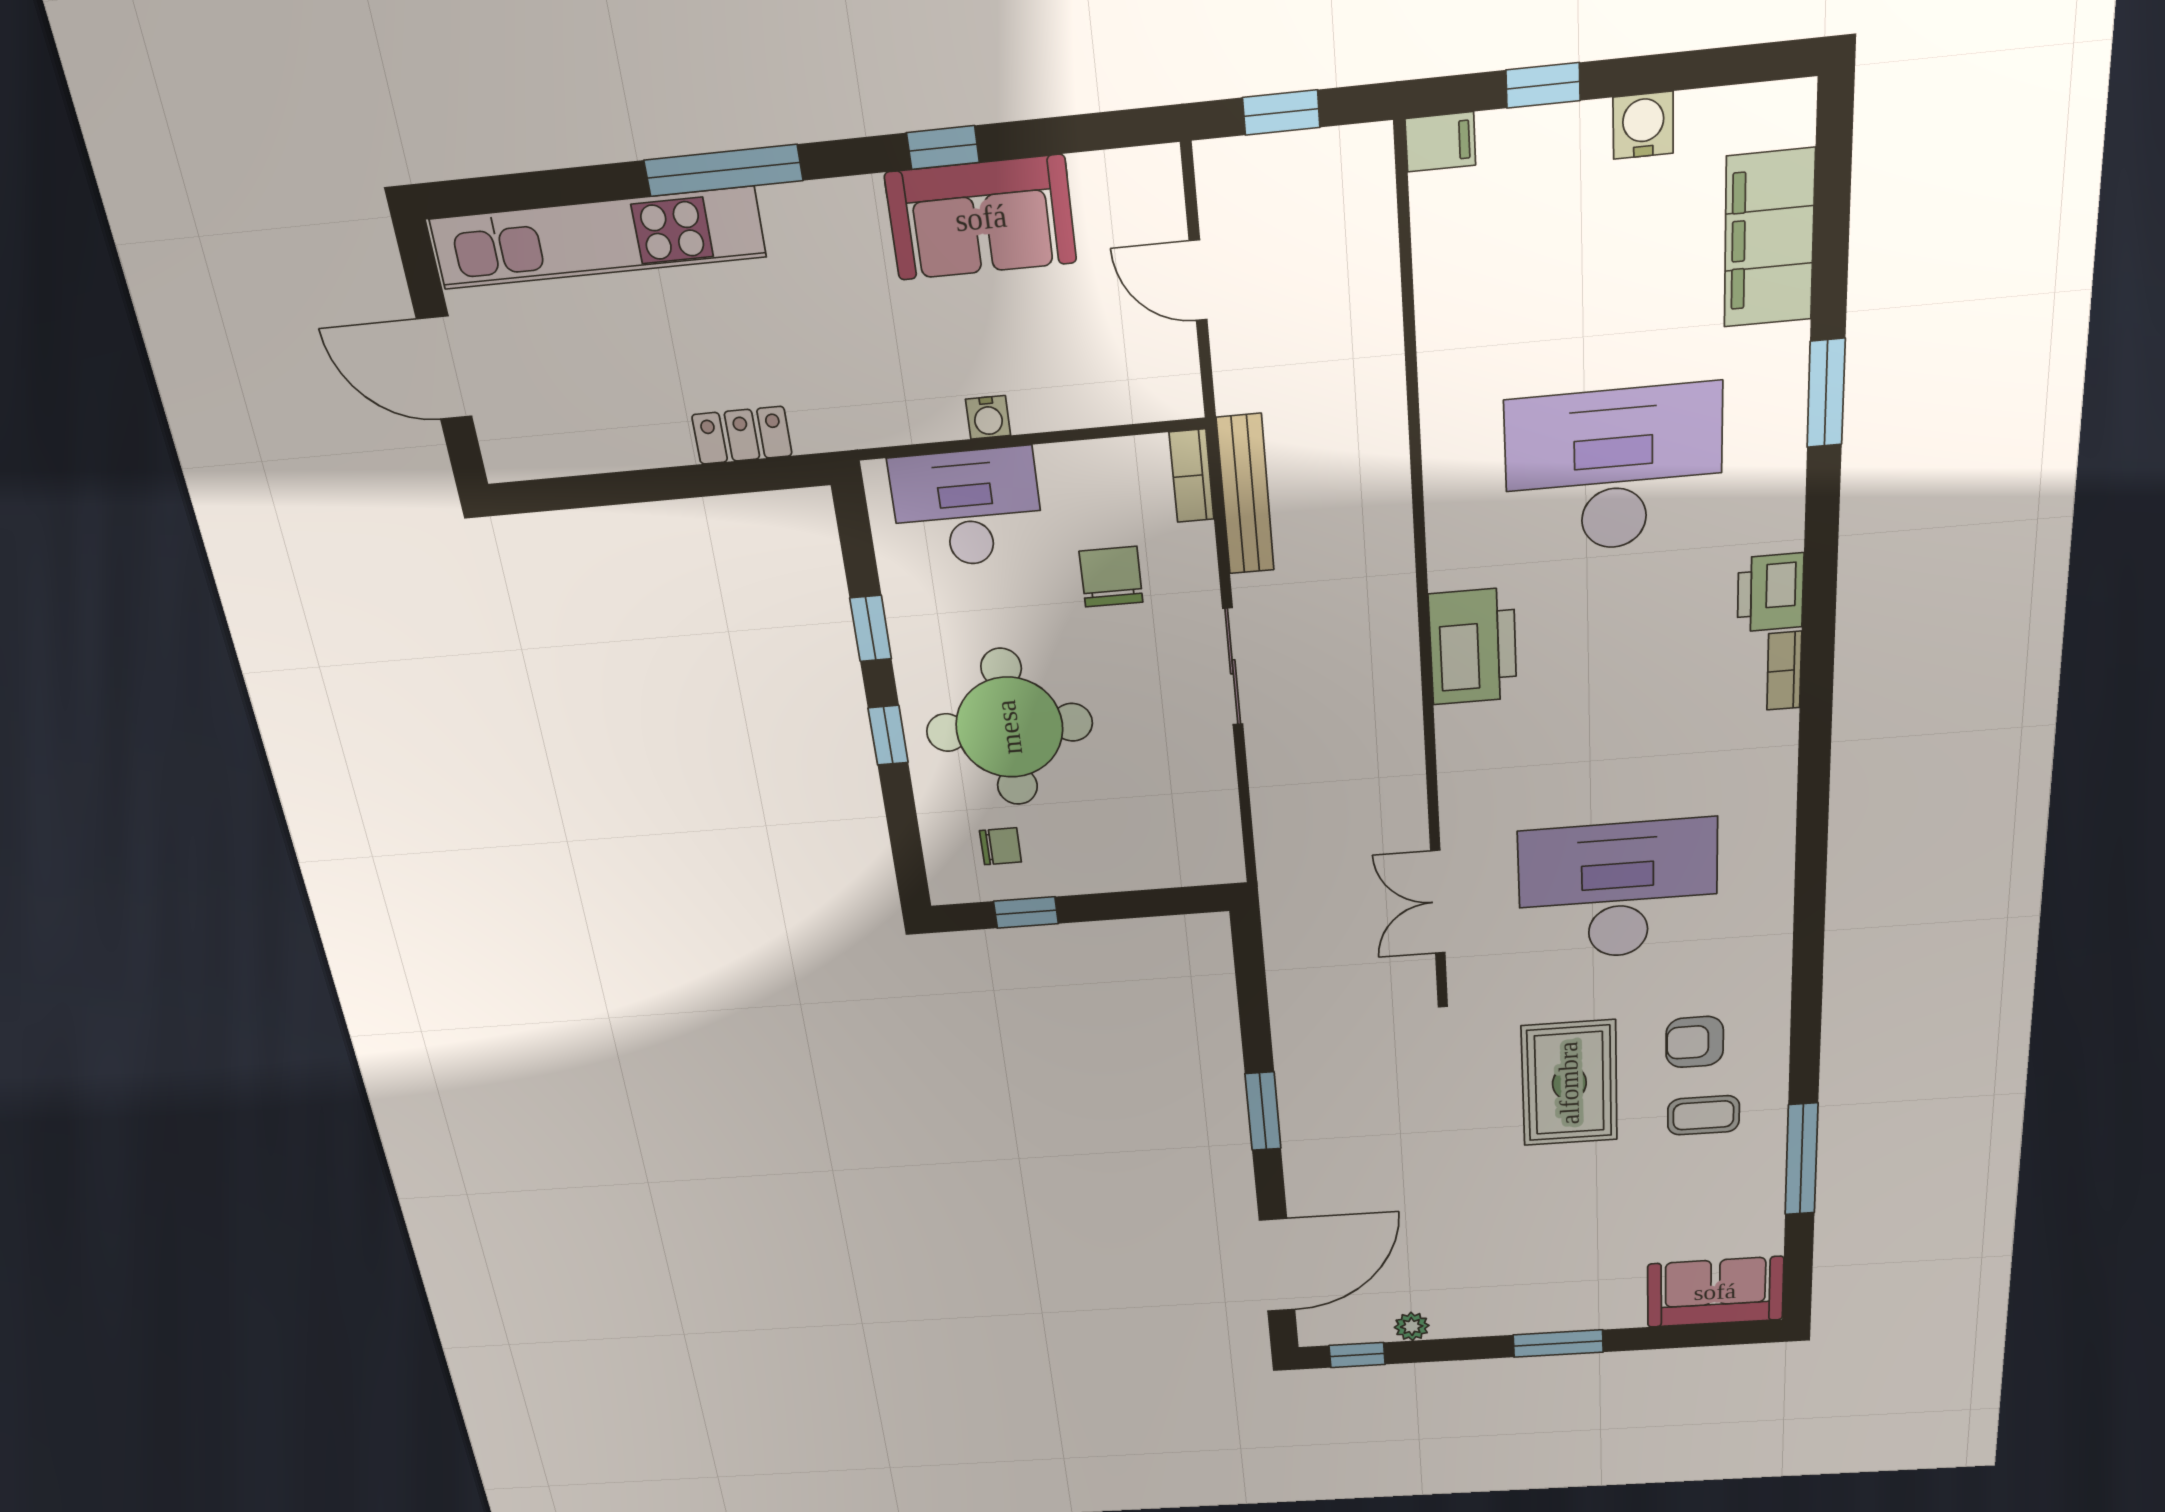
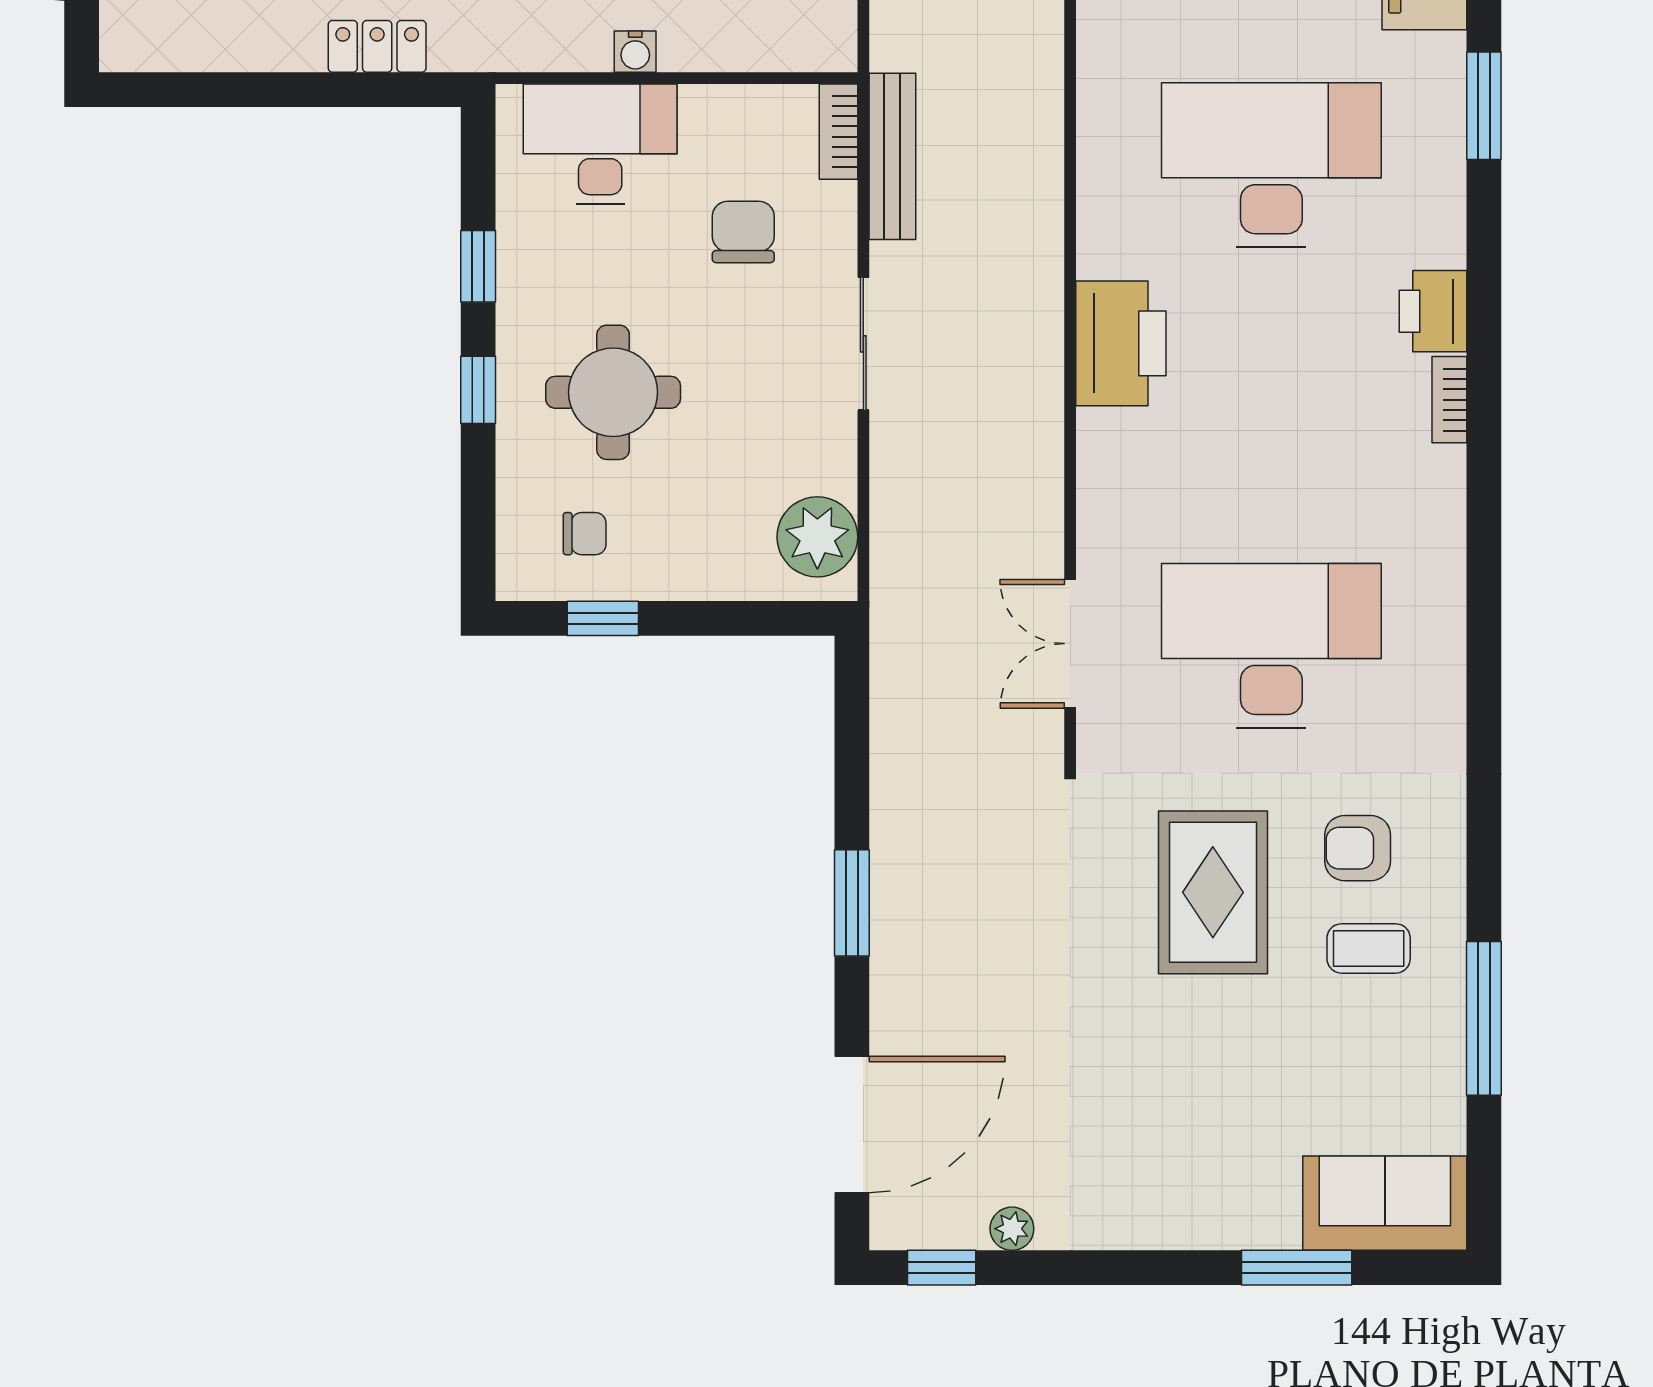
round table: (1009, 727) -> (613, 392), width x0.73, depth x0.73
plant: (1206, 833) -> (817, 537), added
window: (1558, 1344) -> (1297, 1268), moved

